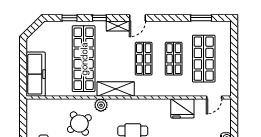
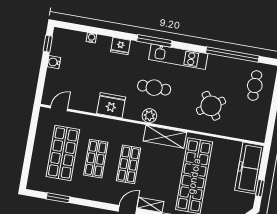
window: (23, 58) -> (260, 188), added
plant: (101, 105) -> (149, 116), moved
fridge: (182, 108) -> (111, 105), moved

